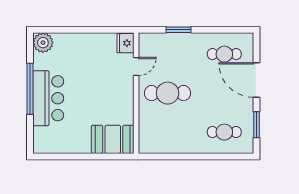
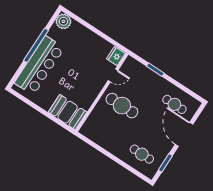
bar counter: (48, 98) -> (39, 65), width x1.36

